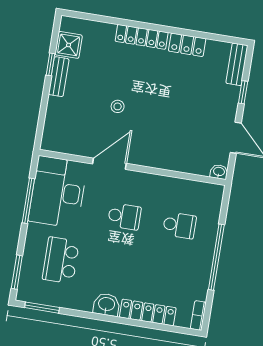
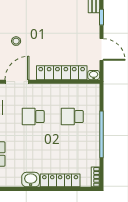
locker: (174, 161) -> (62, 73), added
school desk: (124, 216) -> (33, 117), turned 180
school desk: (179, 225) -> (72, 117), turned 180

